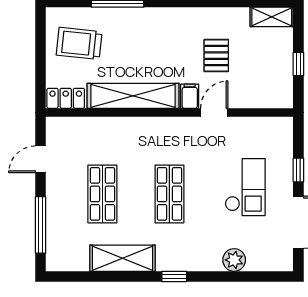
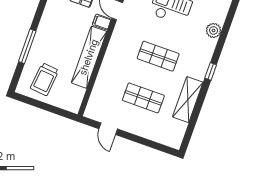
locker: (66, 98) -> (76, 100), removed
window: (41, 225) -> (149, 143), removed

